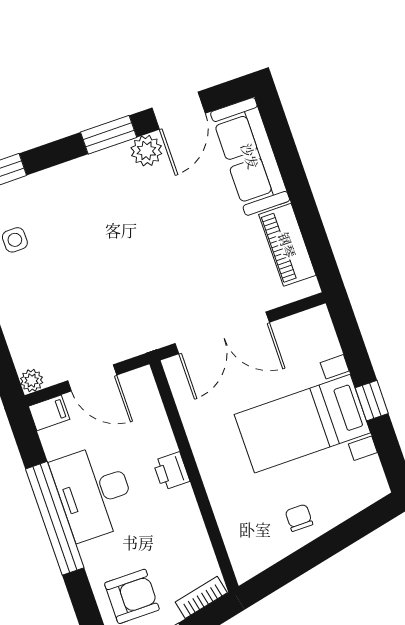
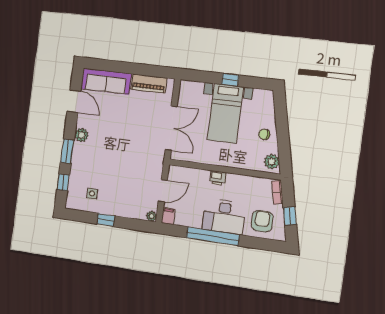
window: (109, 135) -> (67, 151), moved
plant: (146, 151) -> (82, 135), moved
desk: (94, 492) -> (224, 216), moved
plant: (254, 558) -> (272, 162), added

